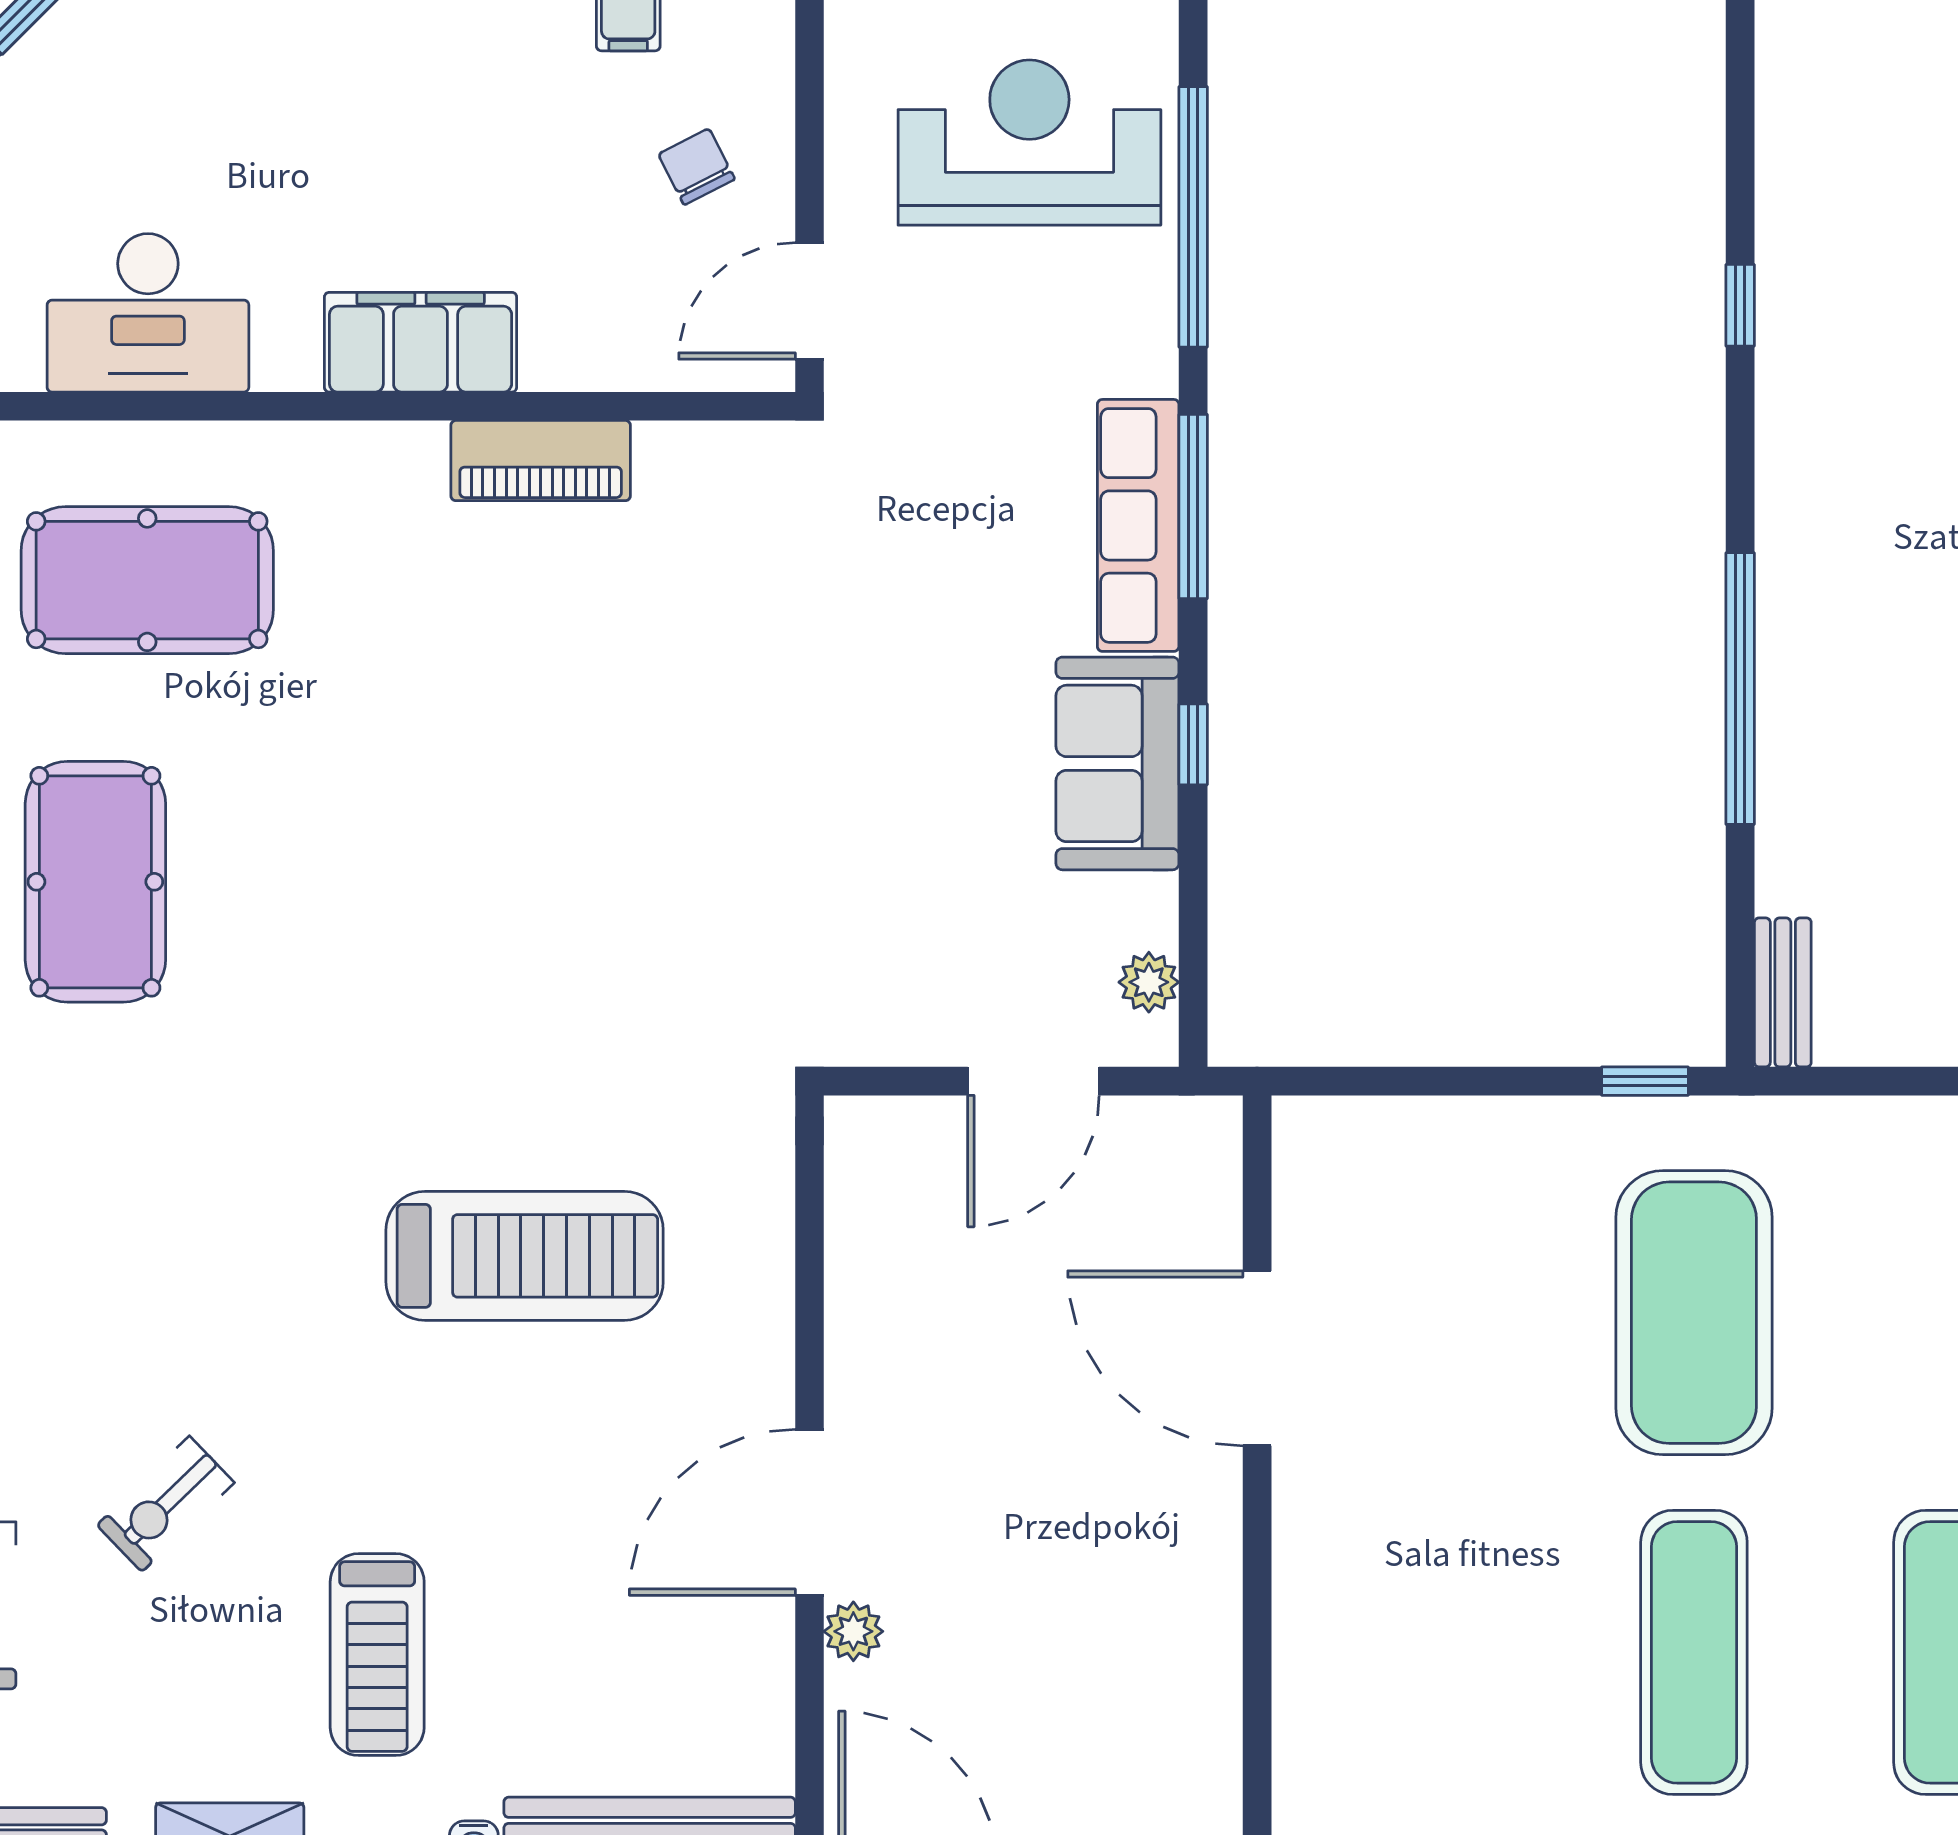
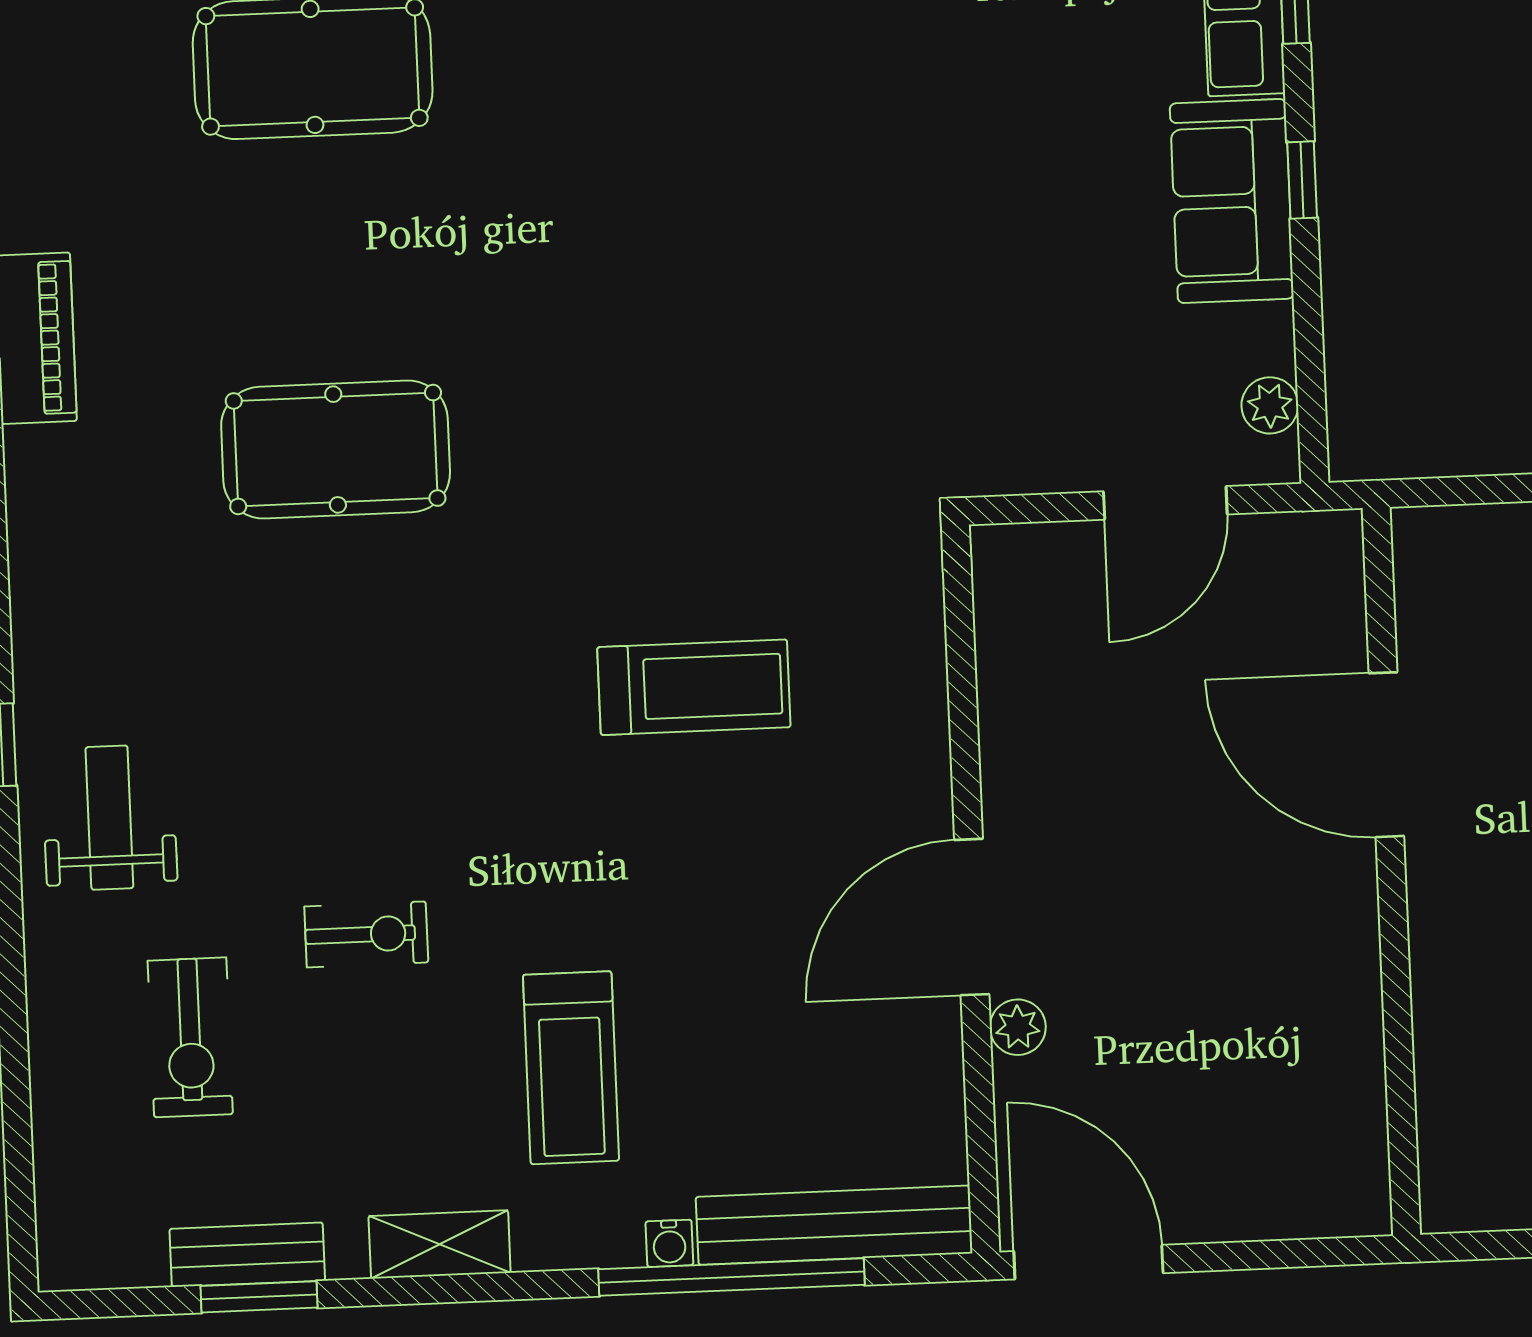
pool table: (95, 882) -> (336, 450), moved, turned 90
treadmill: (525, 1256) -> (694, 687), width x0.73, depth x0.73
exercise bike: (166, 1504) -> (366, 934), turned -136

